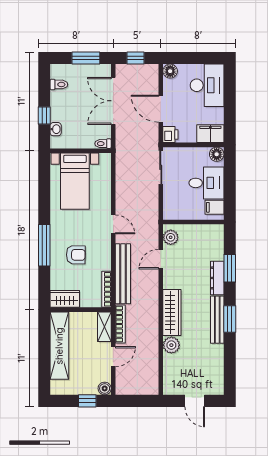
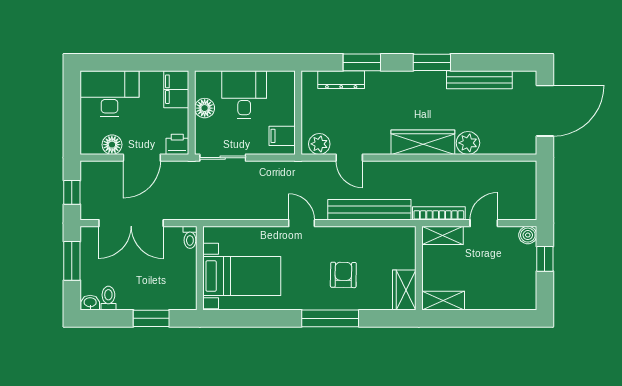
floor lamp: (170, 71) -> (112, 145), moved
window: (44, 116) -> (151, 318), width x1.50
washbasin: (56, 129) -> (90, 303), moved
floor lamp: (217, 154) -> (205, 108), moved
filing cabinet: (214, 207) -> (282, 136), moved, turned 90
door: (113, 224) -> (302, 223), hinge flipped
dresser: (217, 278) -> (341, 80), moved
bookcase: (106, 289) -> (391, 233), removed
bench: (217, 320) -> (479, 80), moved
shelving: (59, 346) -> (443, 301), width x0.45, depth x0.75
door: (113, 357) -> (484, 223), hinge flipped
door: (195, 401) -> (545, 111), width x1.87

